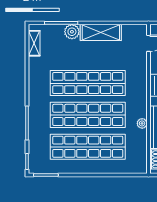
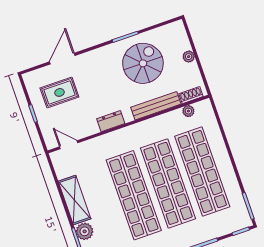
plant: (142, 123) -> (188, 111), moved

